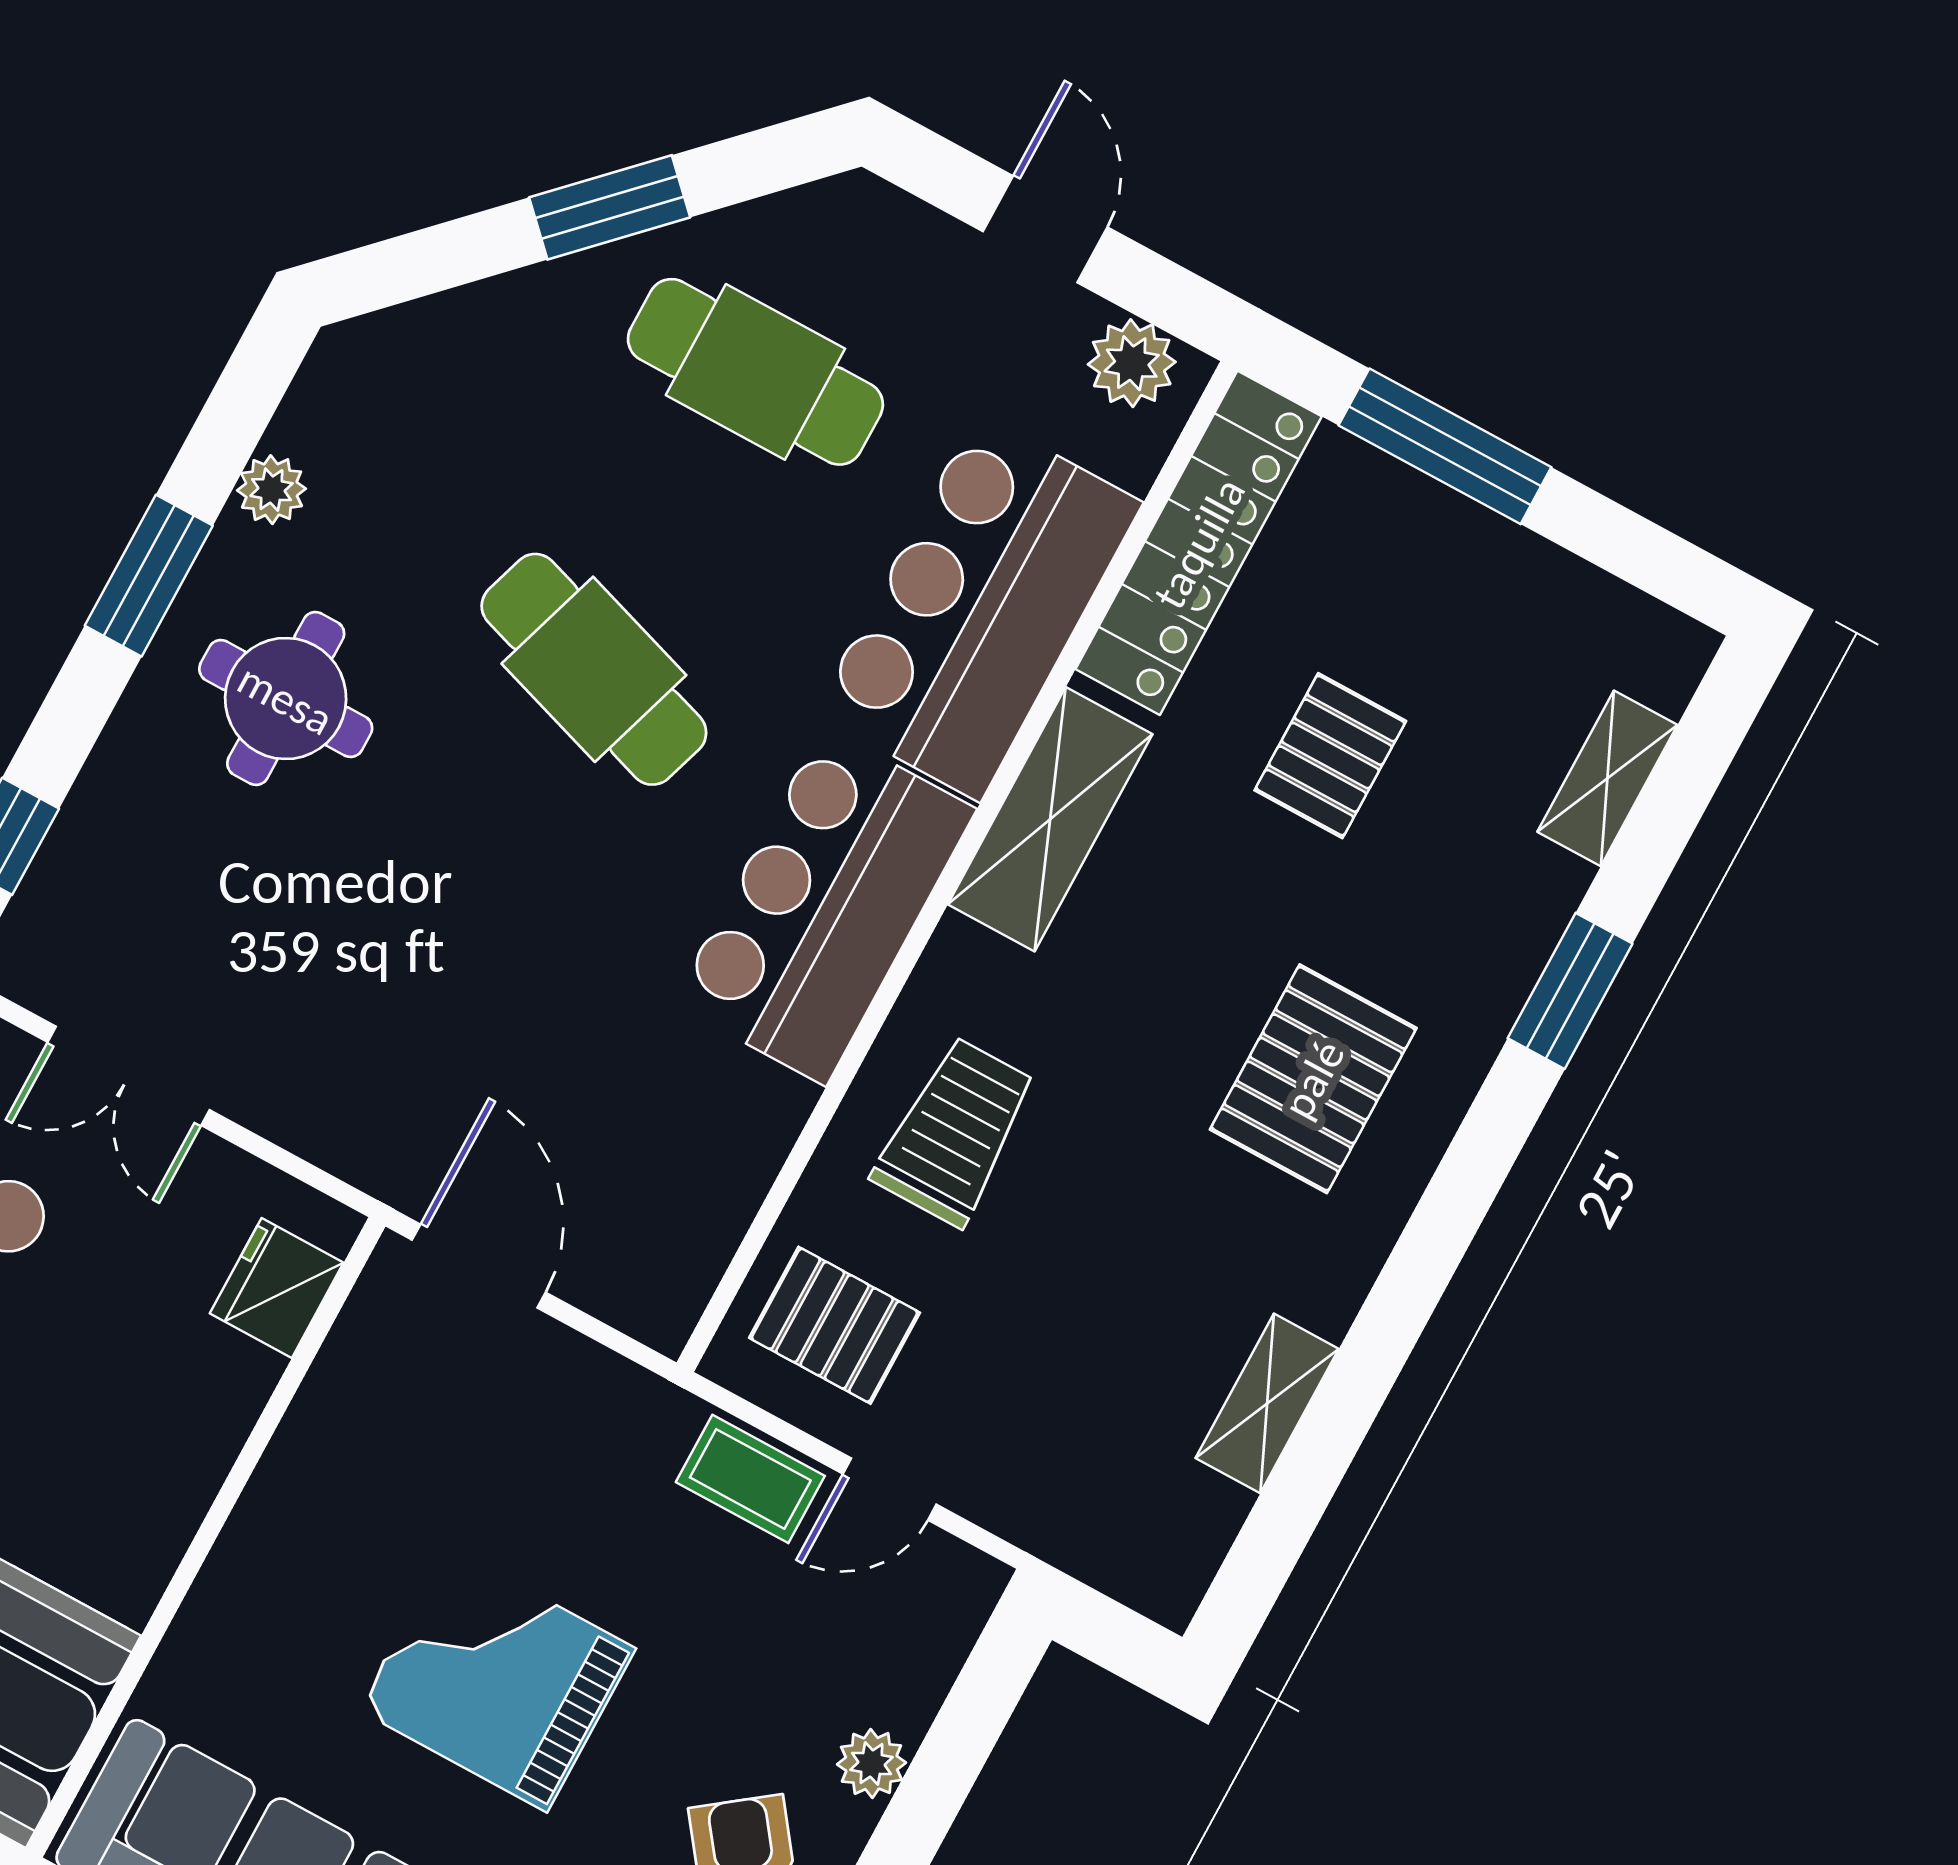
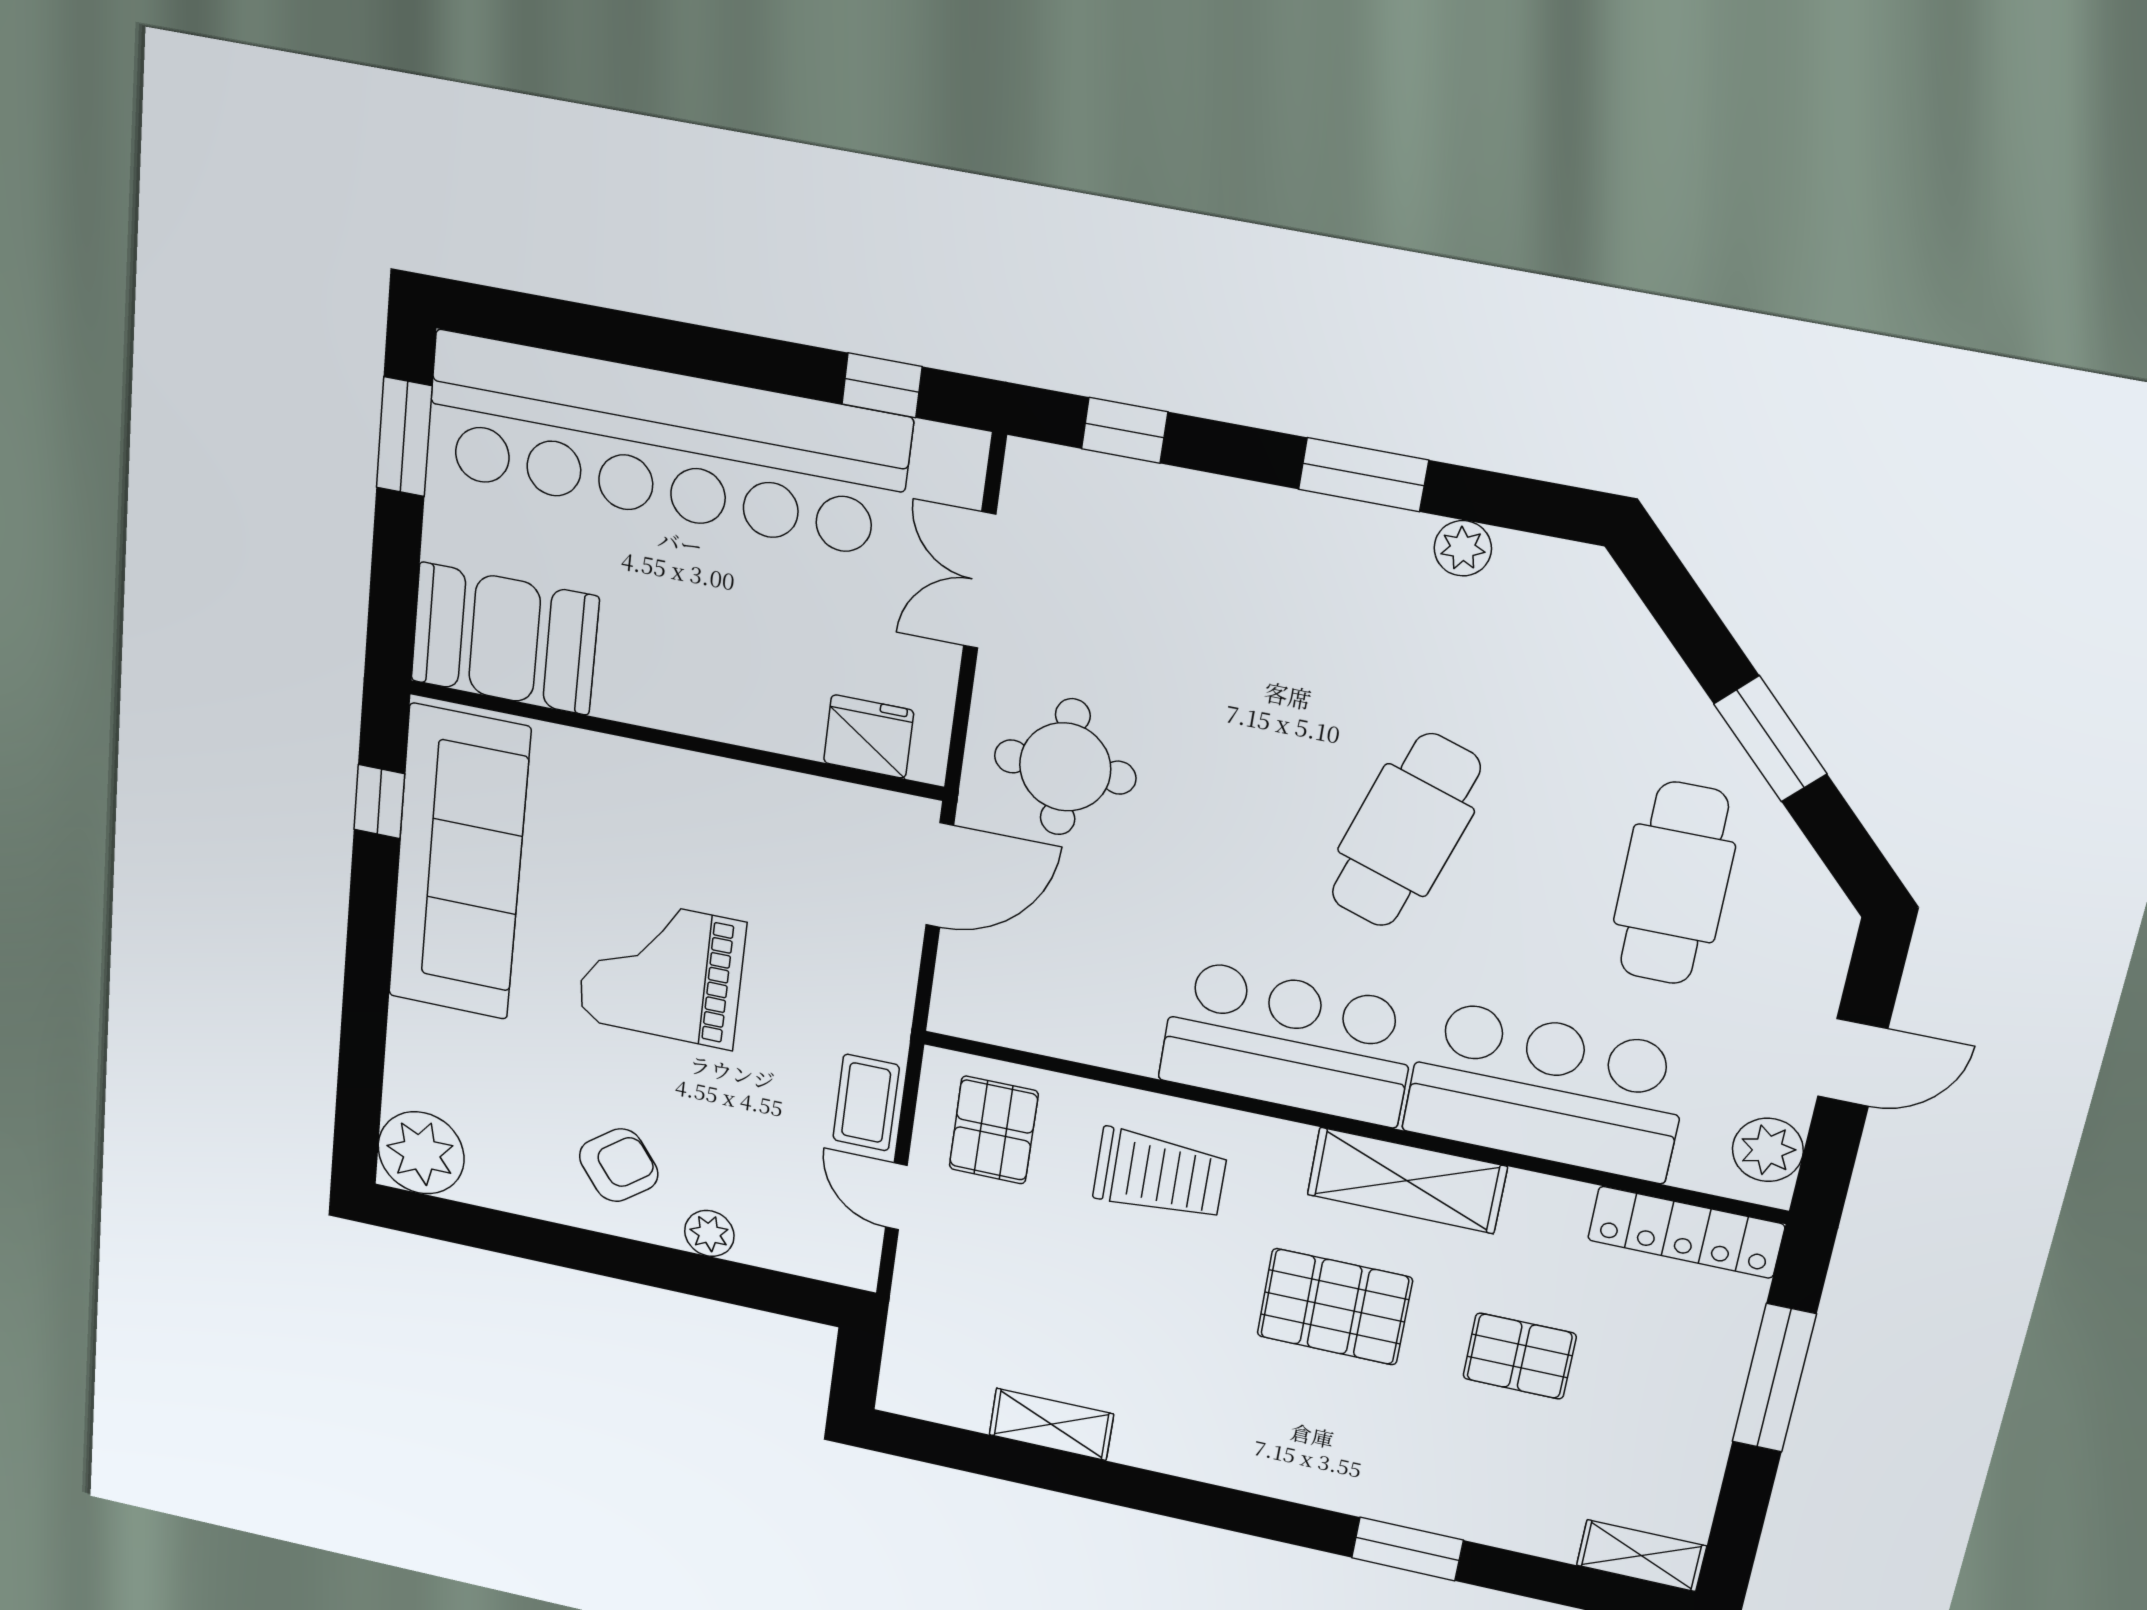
locker: (1199, 543) -> (1686, 1232), width x0.71, depth x0.83
round table: (286, 699) -> (1065, 767), moved
shelving: (1607, 778) -> (1641, 1556), moved
pallet: (1313, 1079) -> (1335, 1307), moved
grand piano: (497, 1679) -> (662, 971), turned -90

